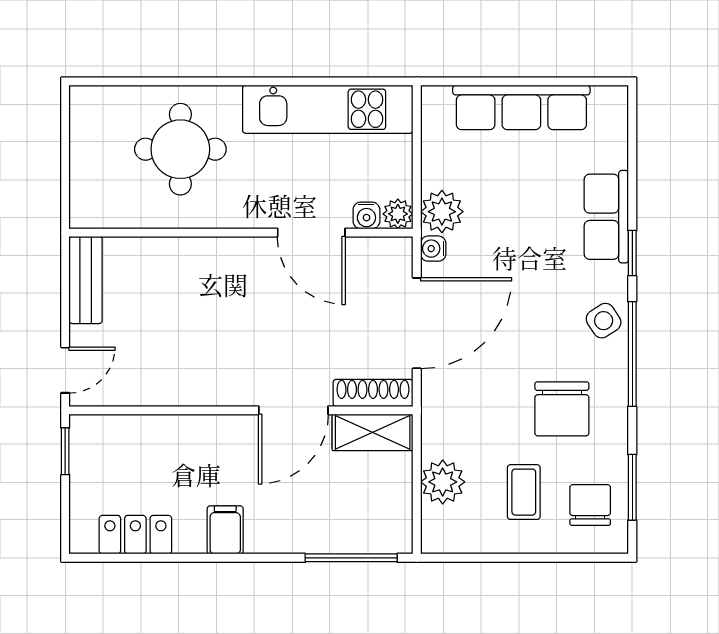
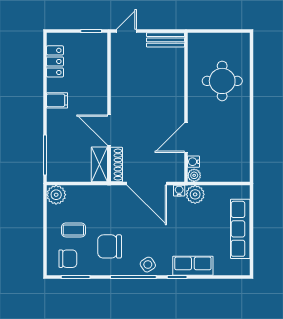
kitchen unit: (328, 109) -> (240, 145), removed
door: (65, 370) -> (126, 31), swing flipped
plant: (443, 482) -> (56, 195), moved

